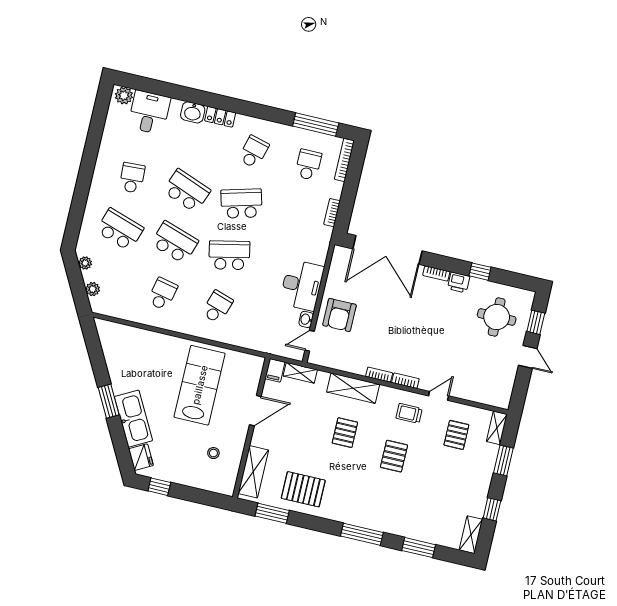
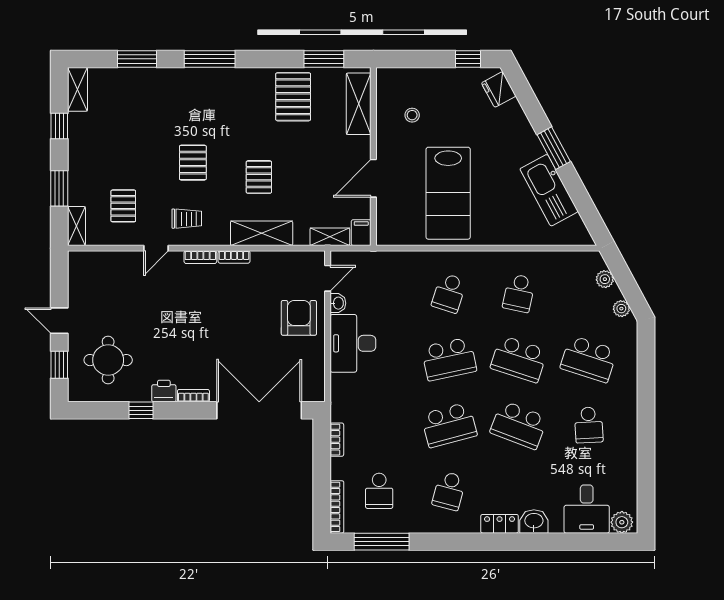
kitchen sink: (133, 419) -> (549, 190), moved
pallet: (303, 489) -> (293, 97), turned 90

